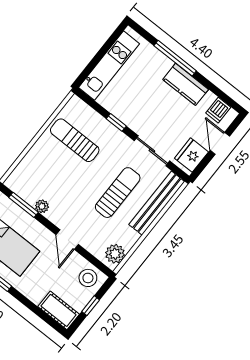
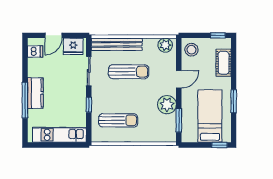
kitchen counter: (186, 84) -> (35, 93), moved
sun lounger: (75, 140) -> (118, 120), turned -90
sun lounger: (118, 193) -> (129, 72), turned 180
plant: (42, 206) -> (167, 105), width x1.88, depth x1.88
window: (91, 306) -> (218, 35), moved
cot: (59, 310) -> (224, 63), moved

